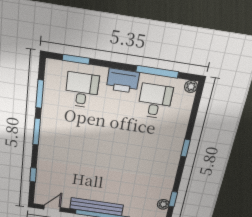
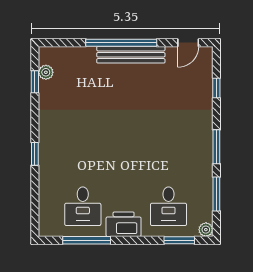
plant: (191, 86) -> (206, 230), moved

